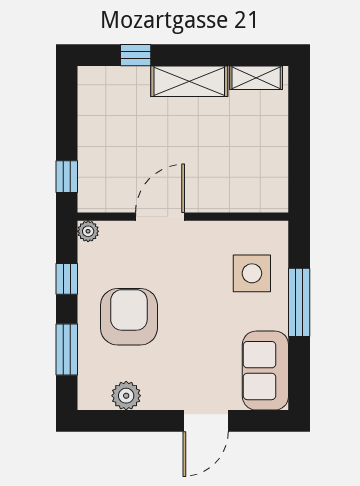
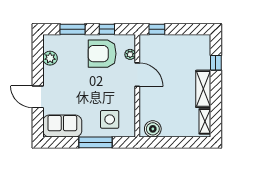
boiler: (271, 185) -> (153, 129), added
plant: (88, 231) -> (130, 54), moved
armchair: (129, 317) -> (102, 54), moved, turned 180

